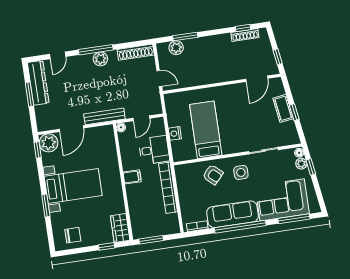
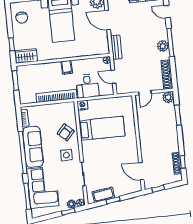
plant: (176, 48) -> (168, 97), moved
cot: (283, 108) -> (103, 195), moved
bench: (104, 116) -> (116, 47), width x0.73
nightstand: (175, 133) -> (82, 105), moved

